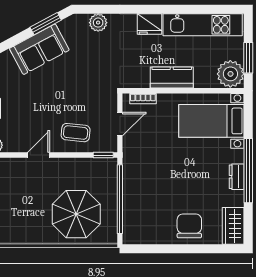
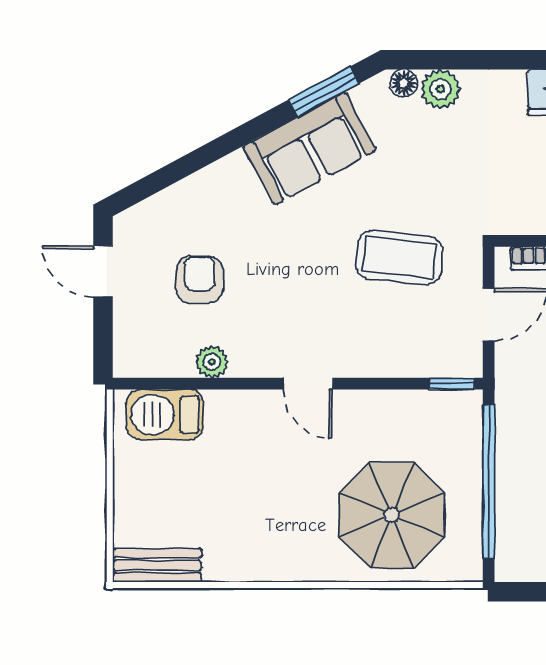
floor lamp: (82, 20) -> (404, 83), added
coffee table: (76, 133) -> (400, 258), moved, width x1.36, depth x1.30
door: (39, 155) -> (308, 384), swing flipped

